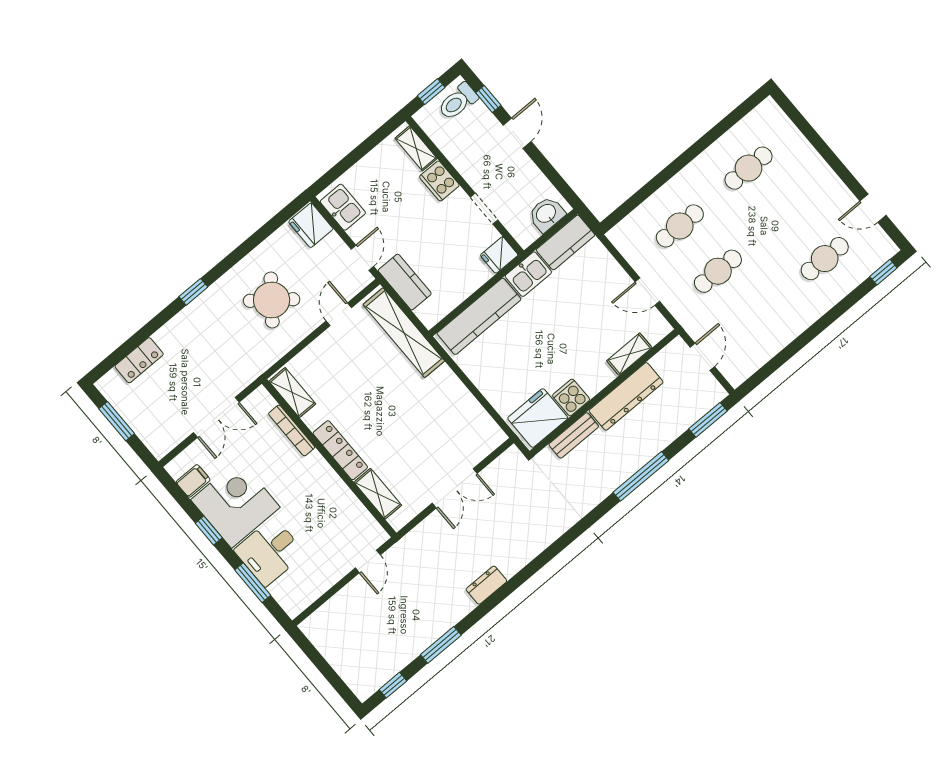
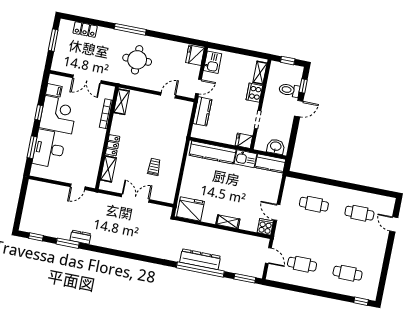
toilet: (458, 102) -> (289, 90), moved
door: (873, 208) -> (394, 224), moved
cafe table: (718, 271) -> (302, 264), moved
window: (193, 292) -> (130, 29), width x2.17
round table: (272, 300) -> (137, 60), moved, turned -38
shelving: (404, 333) -> (182, 127), removed
shelving: (629, 354) -> (228, 222), moved
door: (702, 357) -> (268, 256), hinge flipped
dresser: (626, 396) -> (200, 259), moved, turned 180
cooker: (571, 398) -> (265, 227), moved
trolley: (430, 422) -> (154, 167), added
bench: (574, 435) -> (195, 229), removed
locker: (340, 450) -> (113, 145), width x0.66
window: (641, 476) -> (200, 269), width x1.46
double door: (455, 488) -> (135, 198), swing flipped
desk: (270, 552) -> (49, 149), width x1.37
dresser: (486, 585) -> (80, 237), moved

